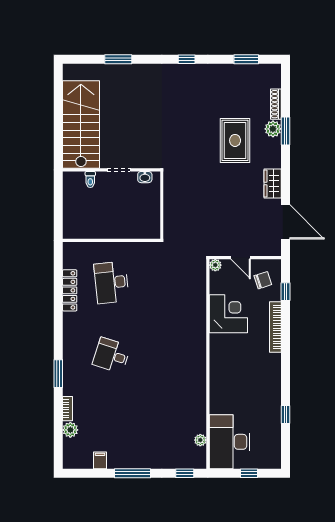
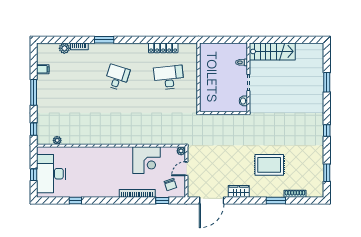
stairs: (81, 125) -> (272, 51), width x0.73, depth x0.66
plant: (273, 129) -> (277, 192), removed
desk: (230, 442) -> (51, 174), moved, turned -90

